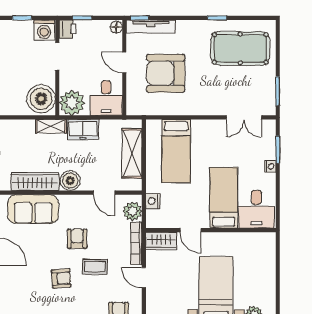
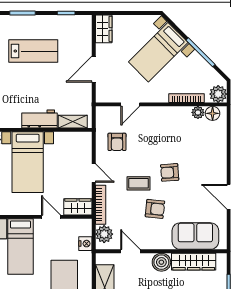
armchair: (77, 239) -> (155, 209), turned -84

